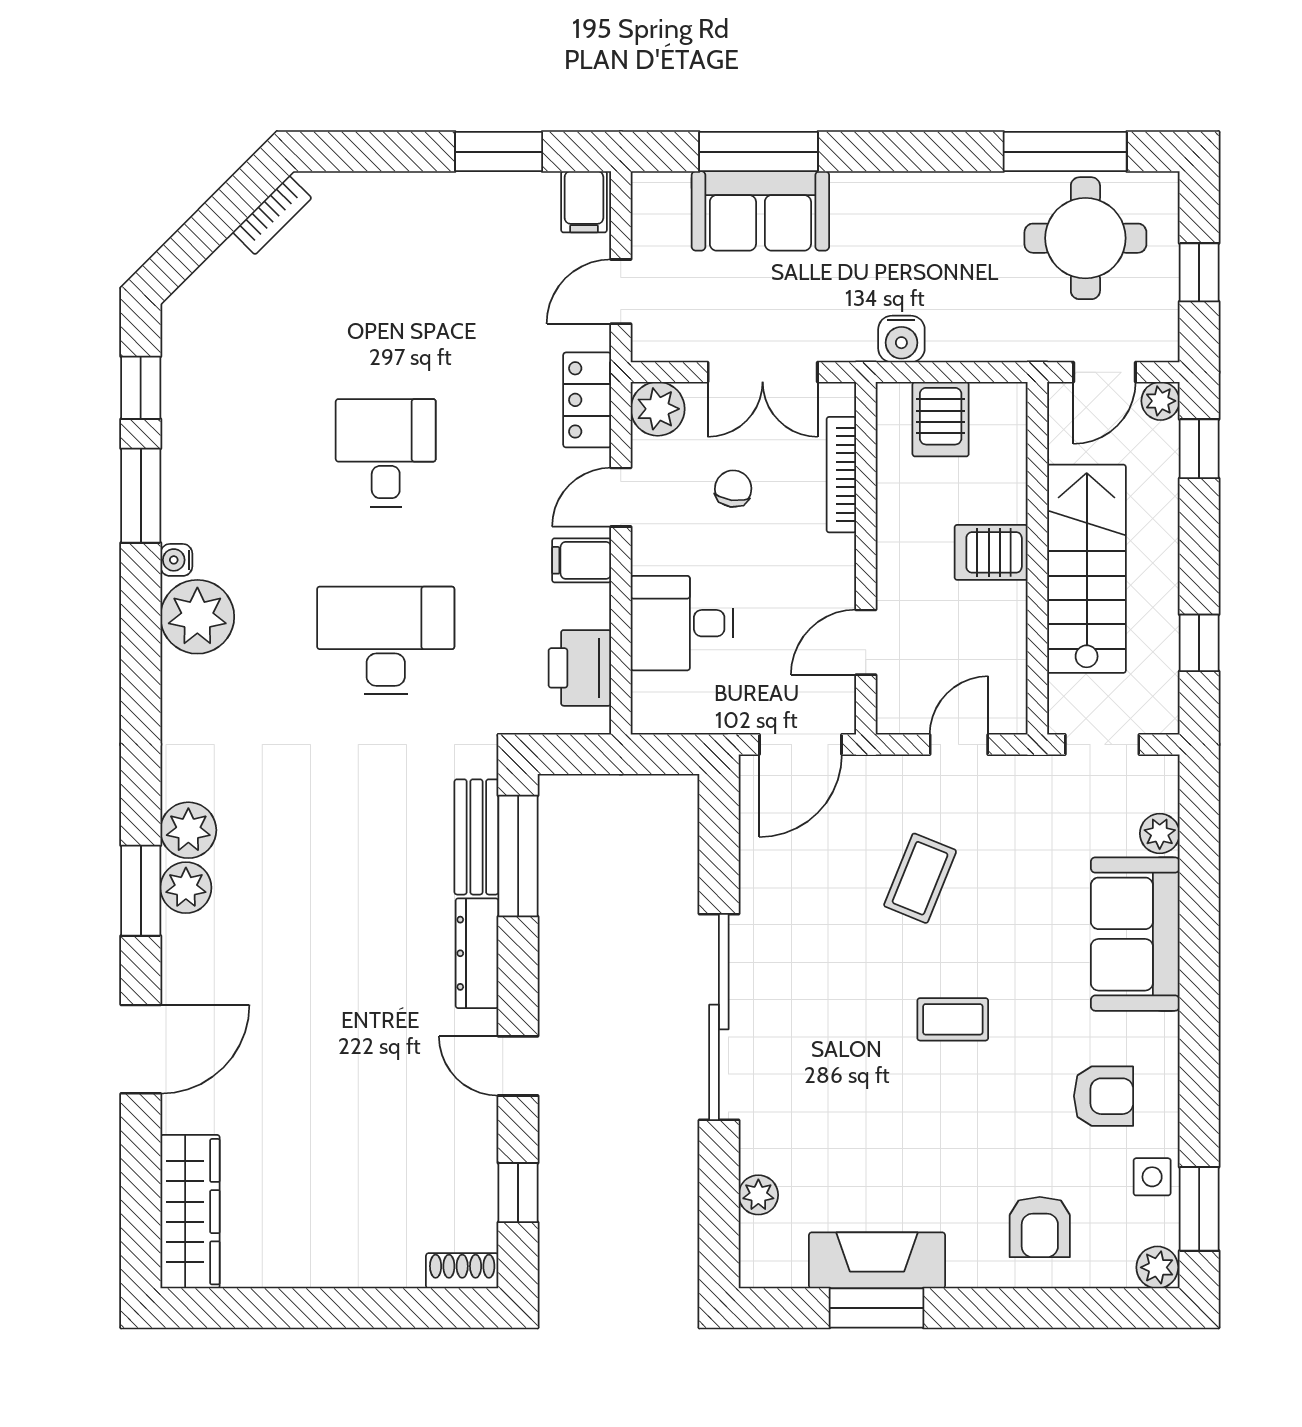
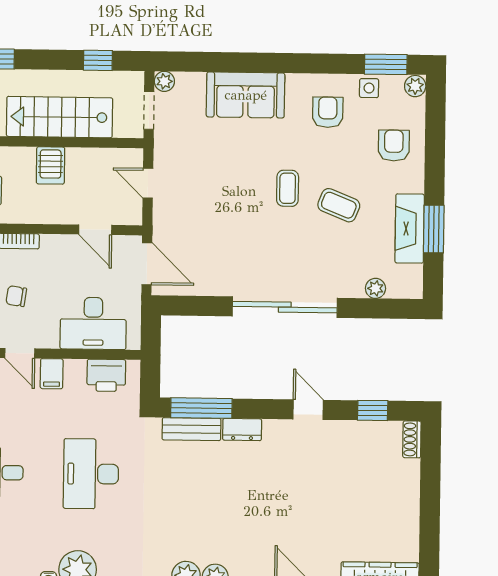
desk: (682, 623) -> (93, 323), width x1.37
plant: (1160, 834) -> (164, 81), moved
coffee table: (920, 878) -> (339, 205), moved
dresser: (477, 953) -> (242, 430), width x0.70
door: (518, 1066) -> (308, 410), swing flipped
armchair: (1040, 1227) -> (394, 146), turned -90

